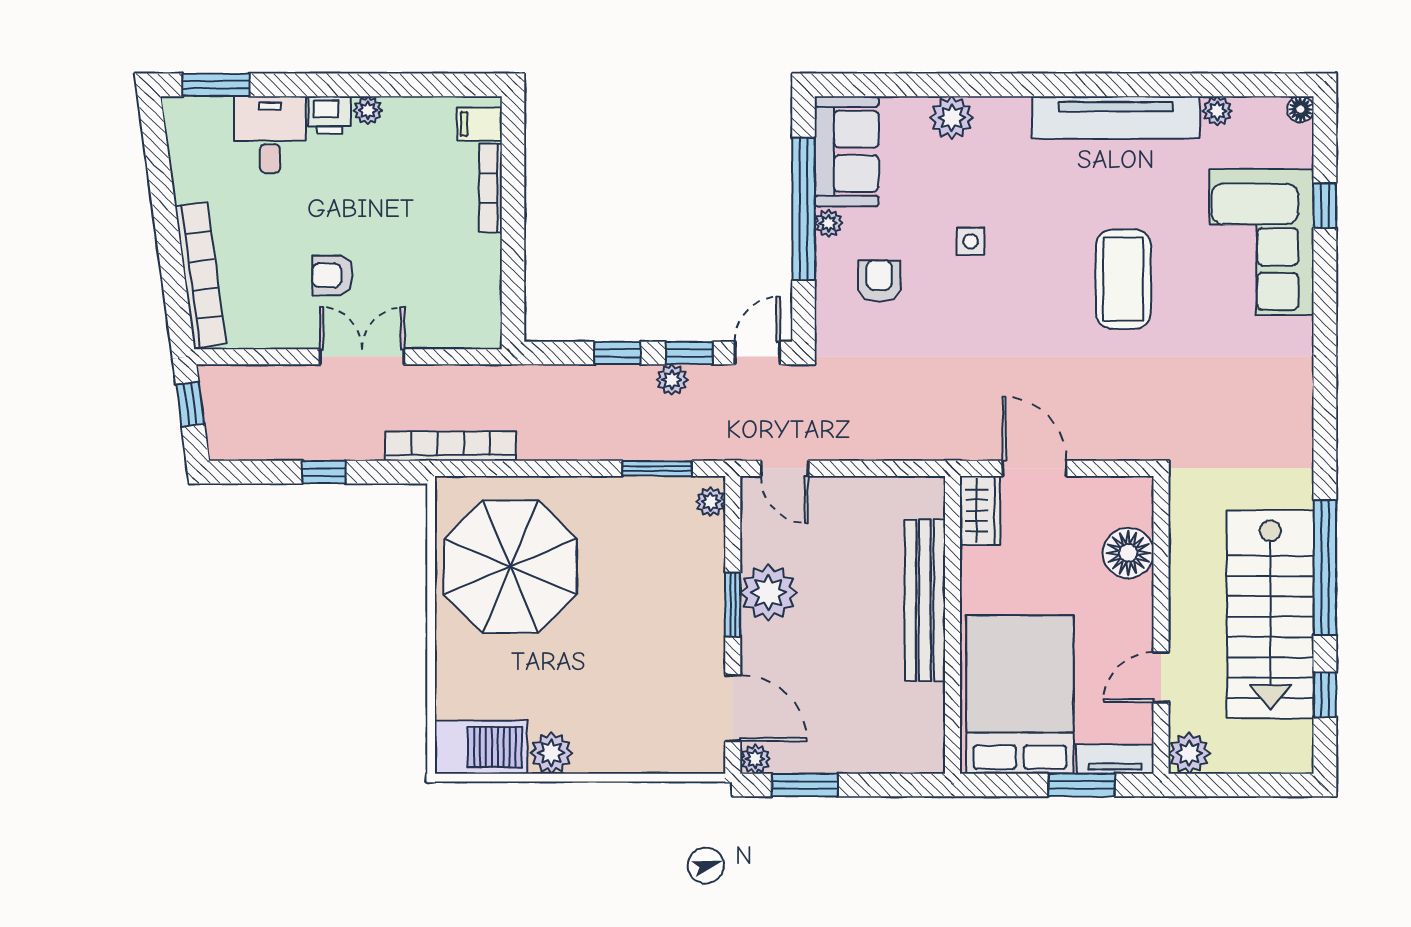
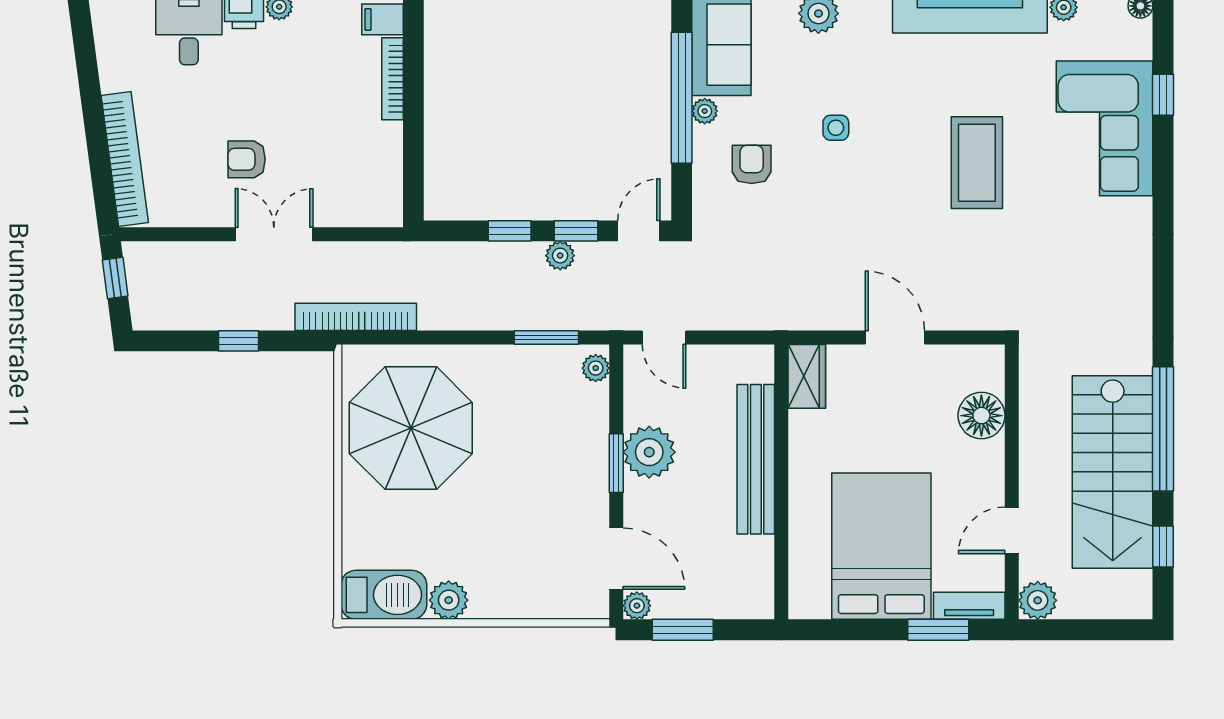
wardrobe: (980, 511) -> (807, 376), moved
bench: (925, 600) -> (756, 459), moved
wall: (952, 625) -> (781, 482), moved

